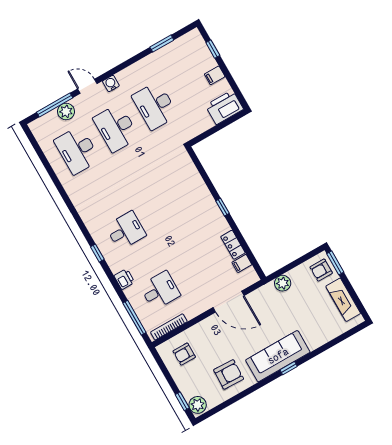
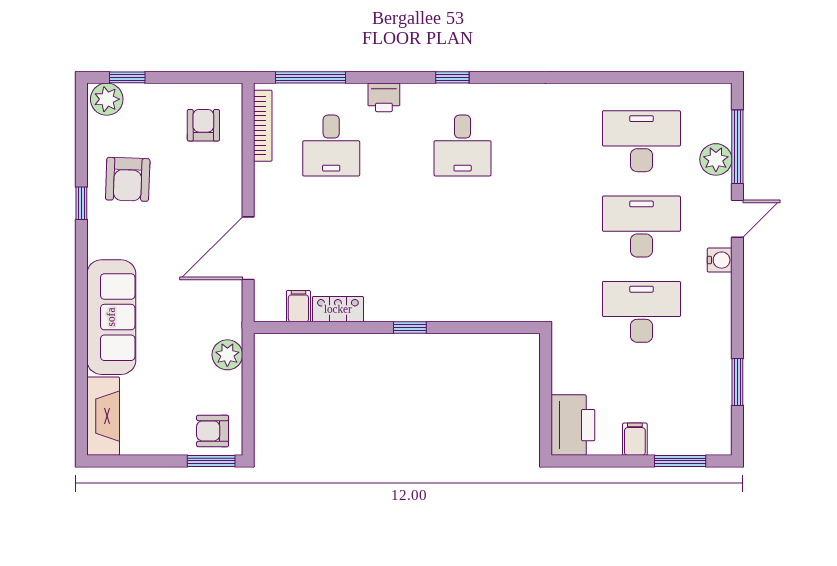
window: (213, 49) -> (680, 461), width x1.50
armchair: (321, 270) -> (213, 431), turned -90
fireplace: (343, 300) -> (103, 416), moved, turned 90
sofa: (278, 356) -> (111, 317), moved
window: (289, 368) -> (81, 203), moved

